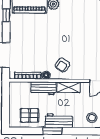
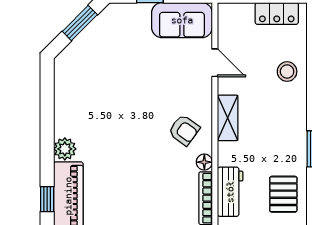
workbench: (43, 88) -> (230, 192), moved
workbench: (59, 121) -> (294, 137), removed

